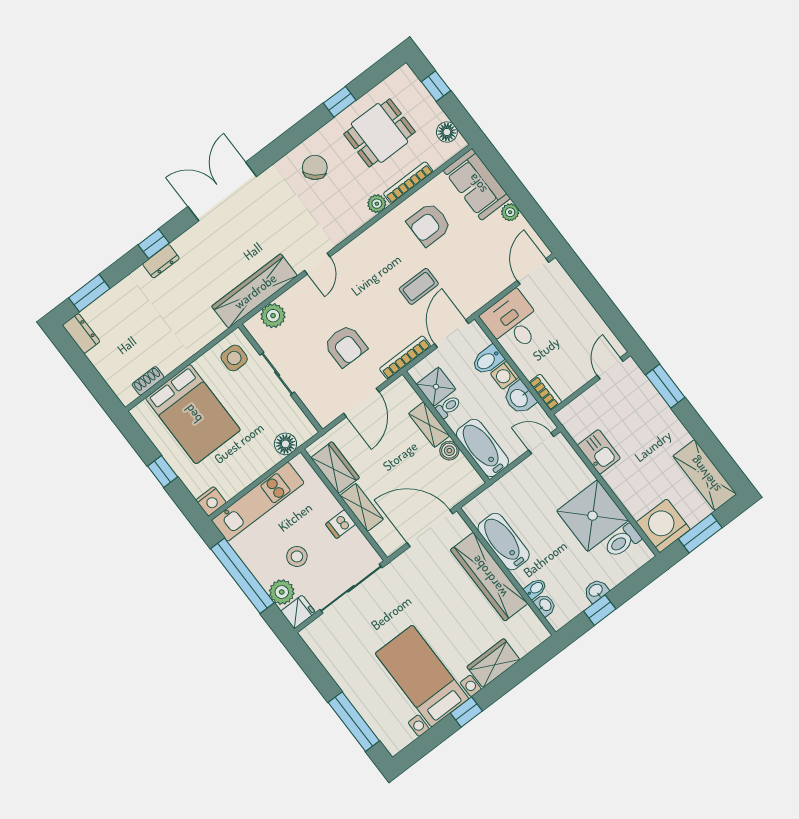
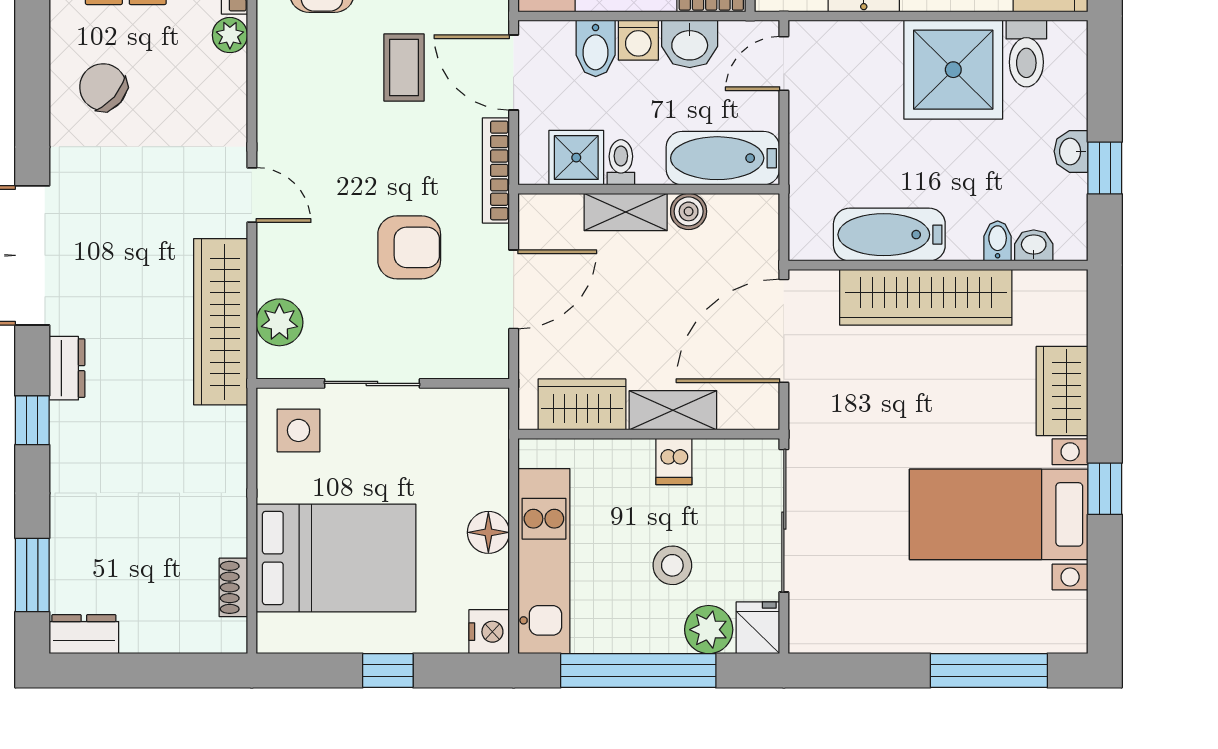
dresser: (161, 261) -> (67, 368), moved
door: (361, 403) -> (514, 289), hinge flipped
floor lamp: (285, 444) -> (488, 532), moved

